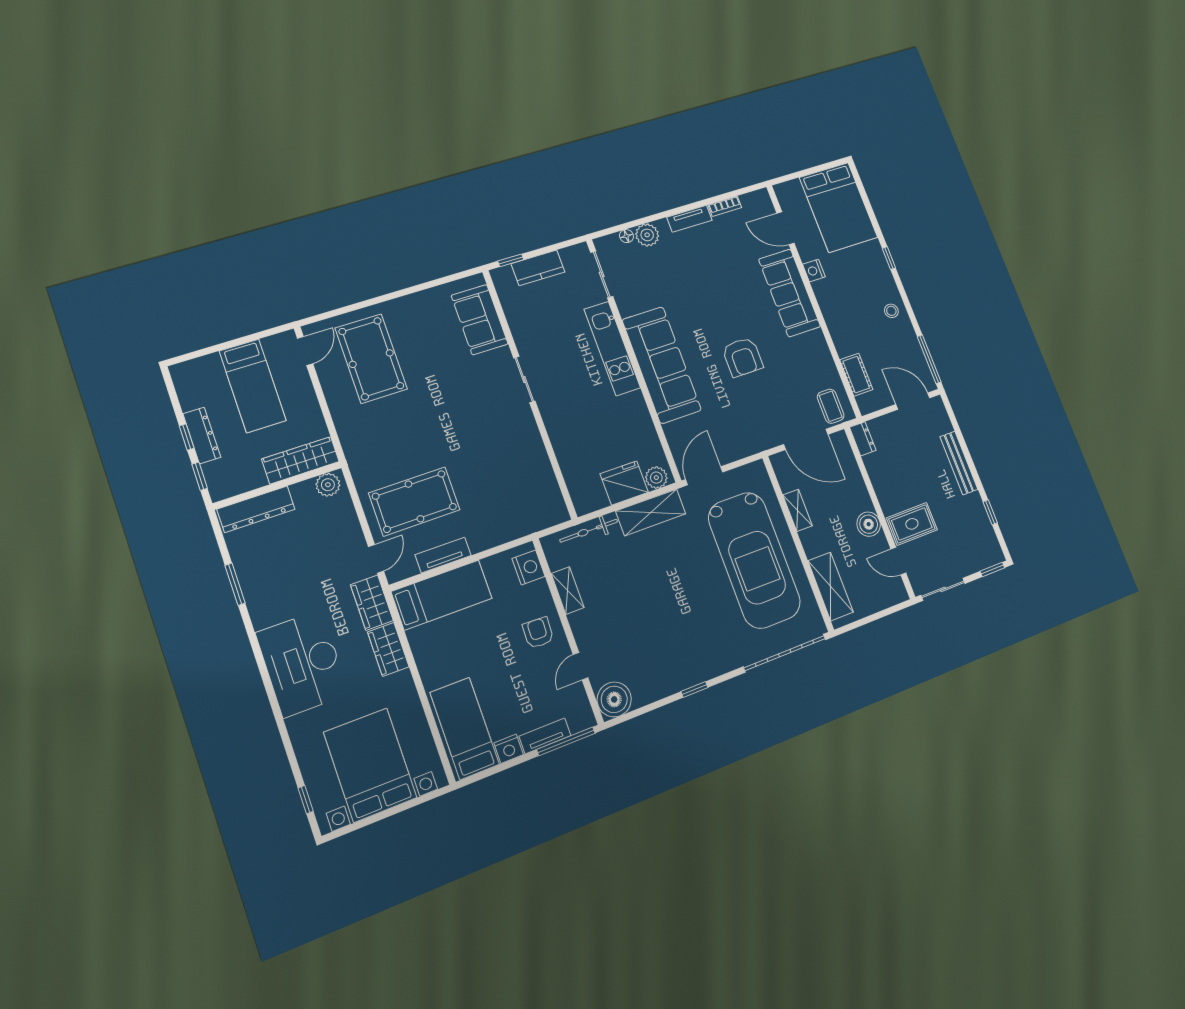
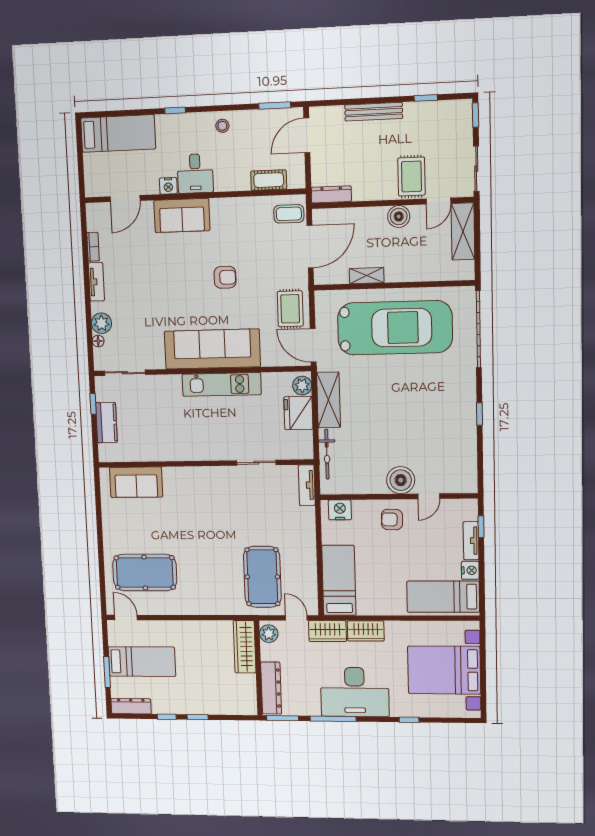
bed: (838, 207) -> (118, 133), width x0.67
window: (511, 260) -> (93, 404), moved
sofa: (789, 293) -> (182, 215), width x0.73
desk: (836, 295) -> (195, 173), added
window: (224, 346) -> (107, 672), added
kitchen unit: (612, 348) -> (222, 384), moved
armchair: (743, 357) -> (225, 277), width x0.72, depth x0.72
window: (929, 359) -> (275, 105), width x0.69
sliding door: (524, 379) -> (256, 463), moved
dresser: (202, 436) -> (131, 706), moved
rug: (734, 438) -> (290, 309), added
dresser: (863, 439) -> (331, 194), width x1.44
wardrobe: (300, 460) -> (245, 647), moved
wall: (278, 485) -> (258, 668), moved
plant: (328, 485) -> (269, 634), moved
dresser: (256, 509) -> (271, 688), moved
tv unit: (443, 555) -> (307, 485), moved
shelving: (831, 586) -> (463, 231), moved, turned 90
shelving: (568, 591) -> (368, 486), removed
window: (256, 648) -> (333, 719), added
door: (581, 666) -> (429, 496), hinge flipped
boiler: (614, 699) -> (401, 480), moved
window: (566, 741) -> (481, 527), width x0.46
window: (306, 800) -> (409, 720), moved

